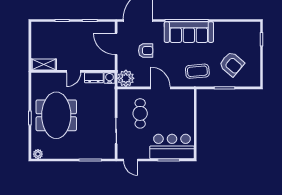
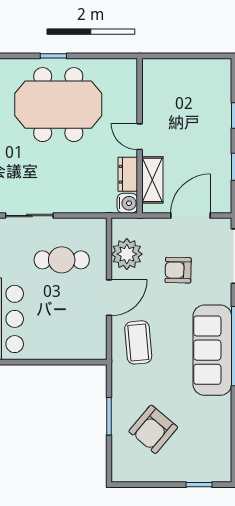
armchair: (146, 51) -> (178, 270), turned 91
shelving: (44, 64) -> (152, 180), moved
coffee table: (197, 71) -> (138, 342), moved
plant: (126, 78) -> (127, 254), moved

